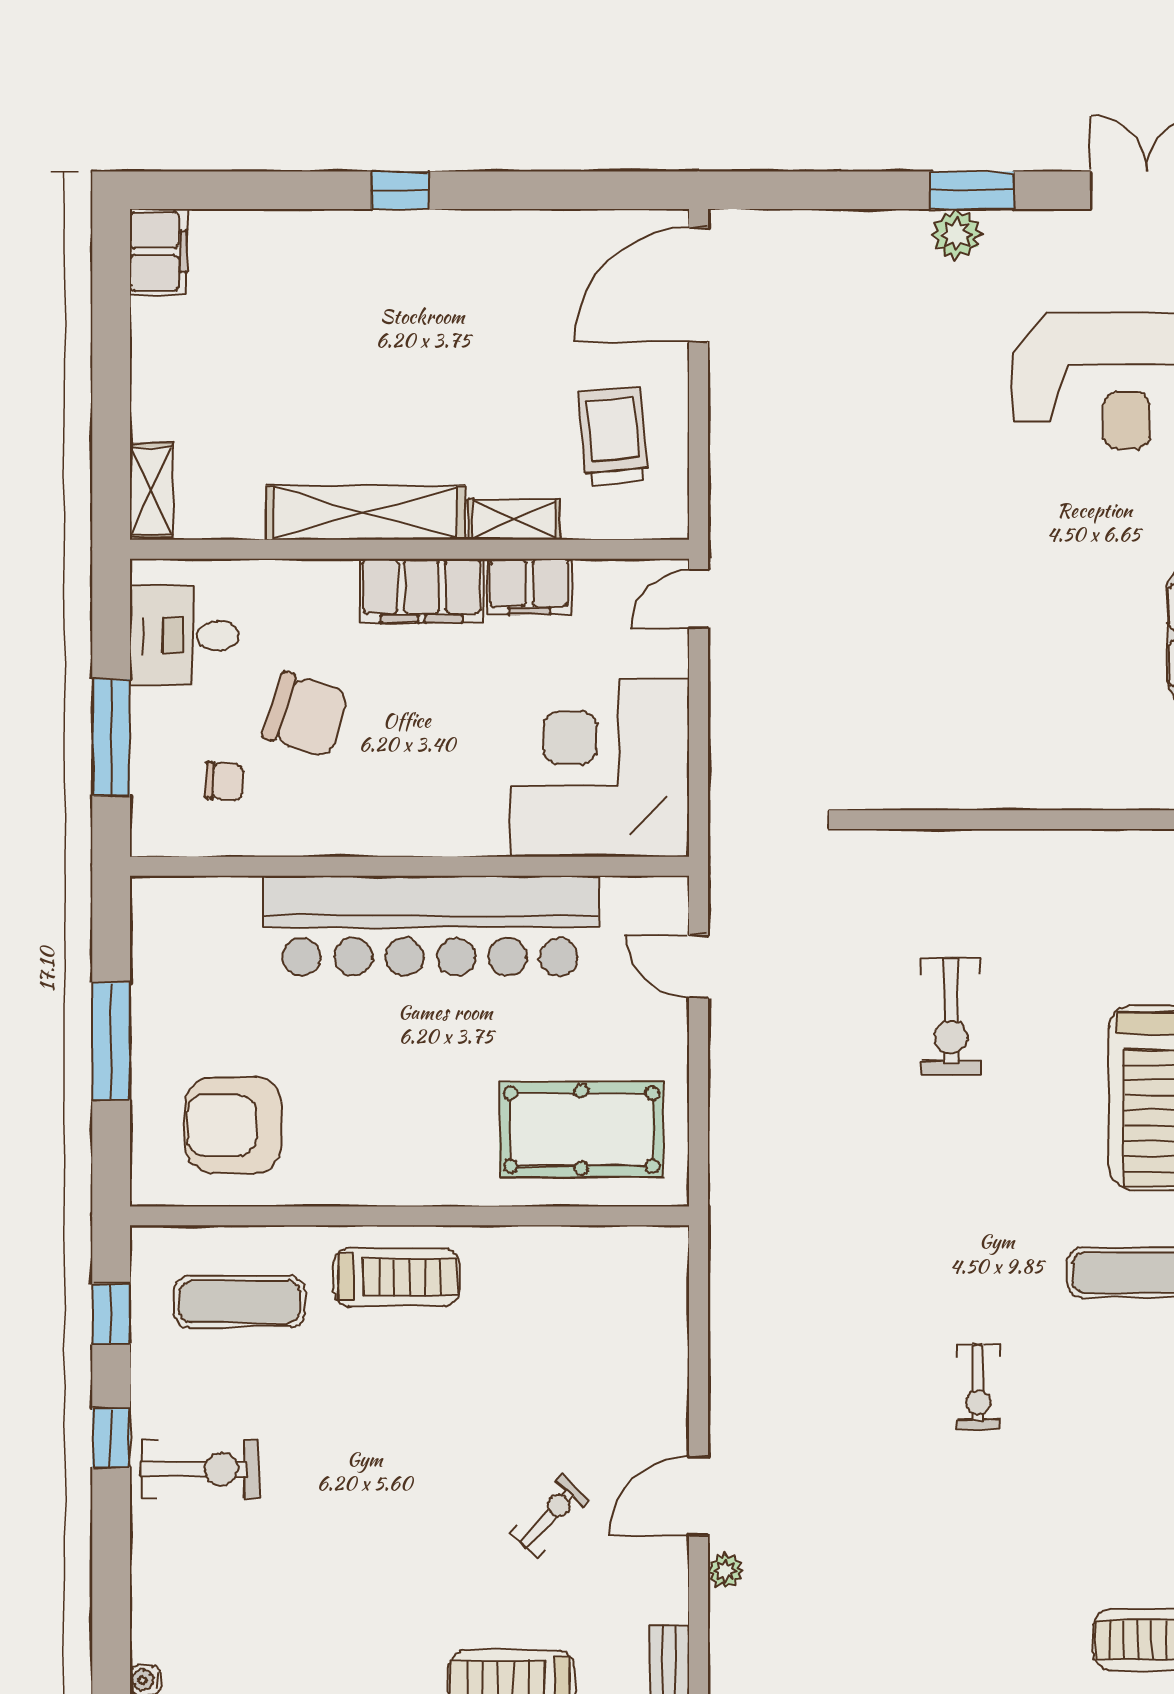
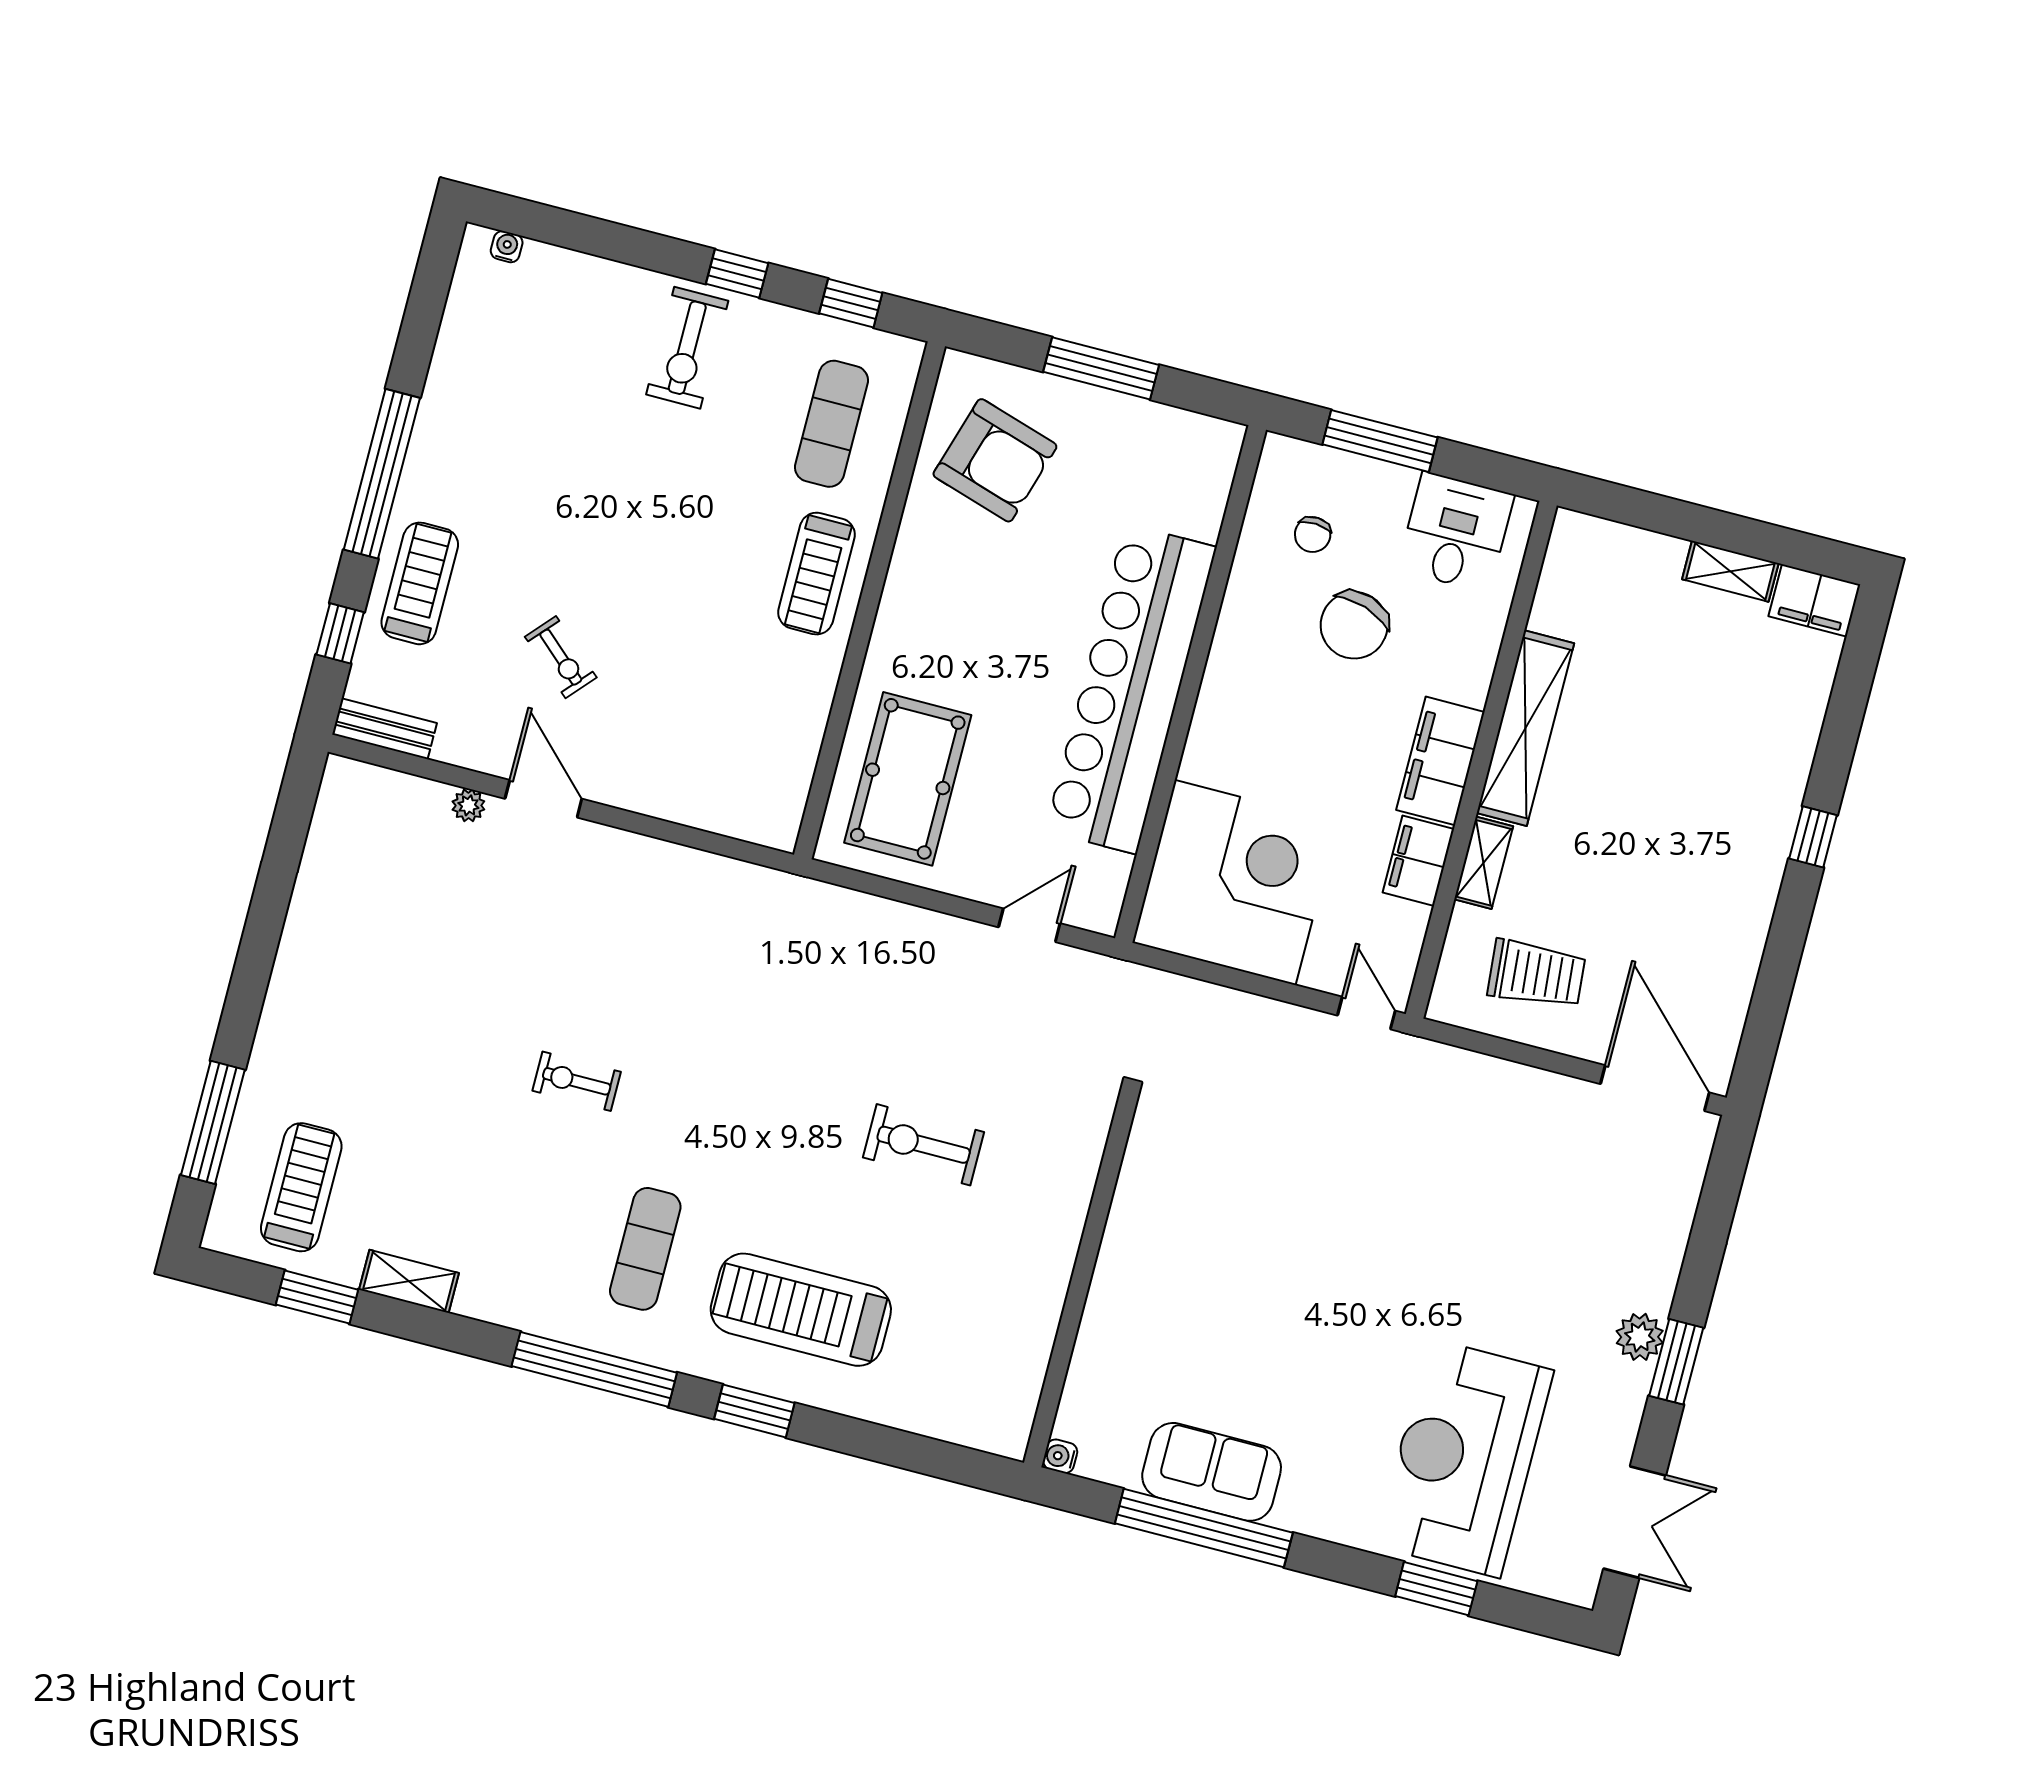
shelving: (151, 491) -> (1730, 571), moved
armchair: (233, 1125) -> (995, 460), turned 107

